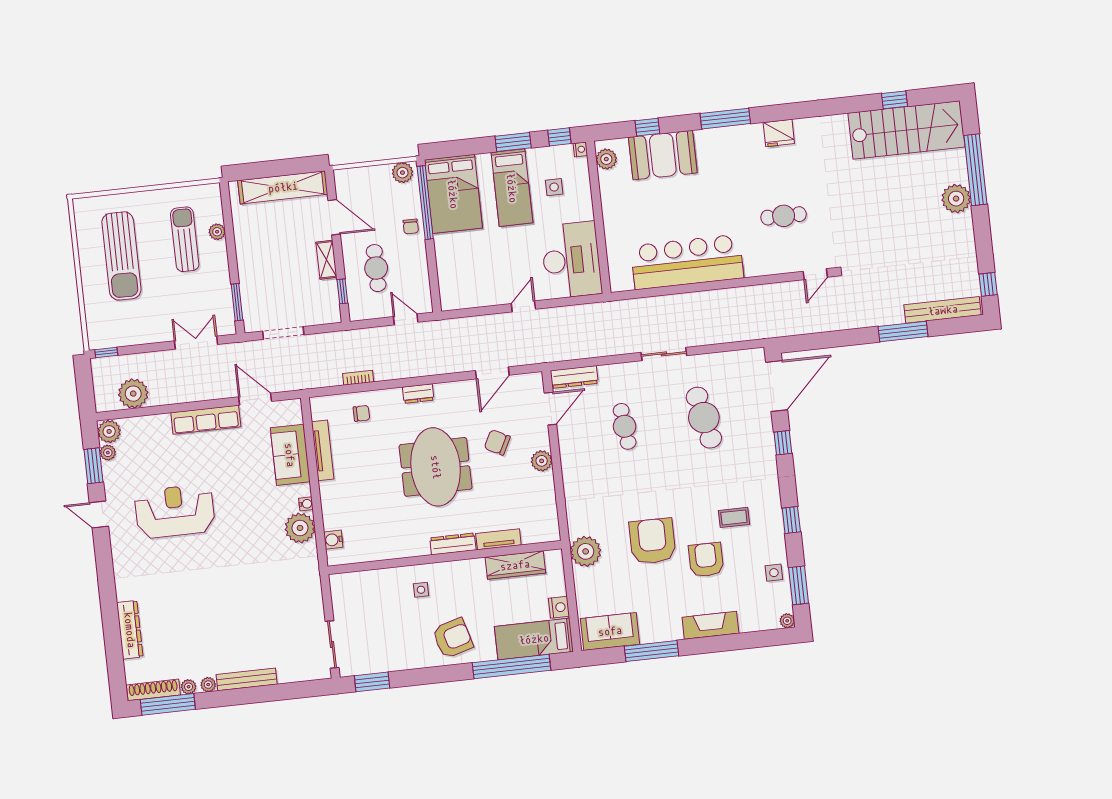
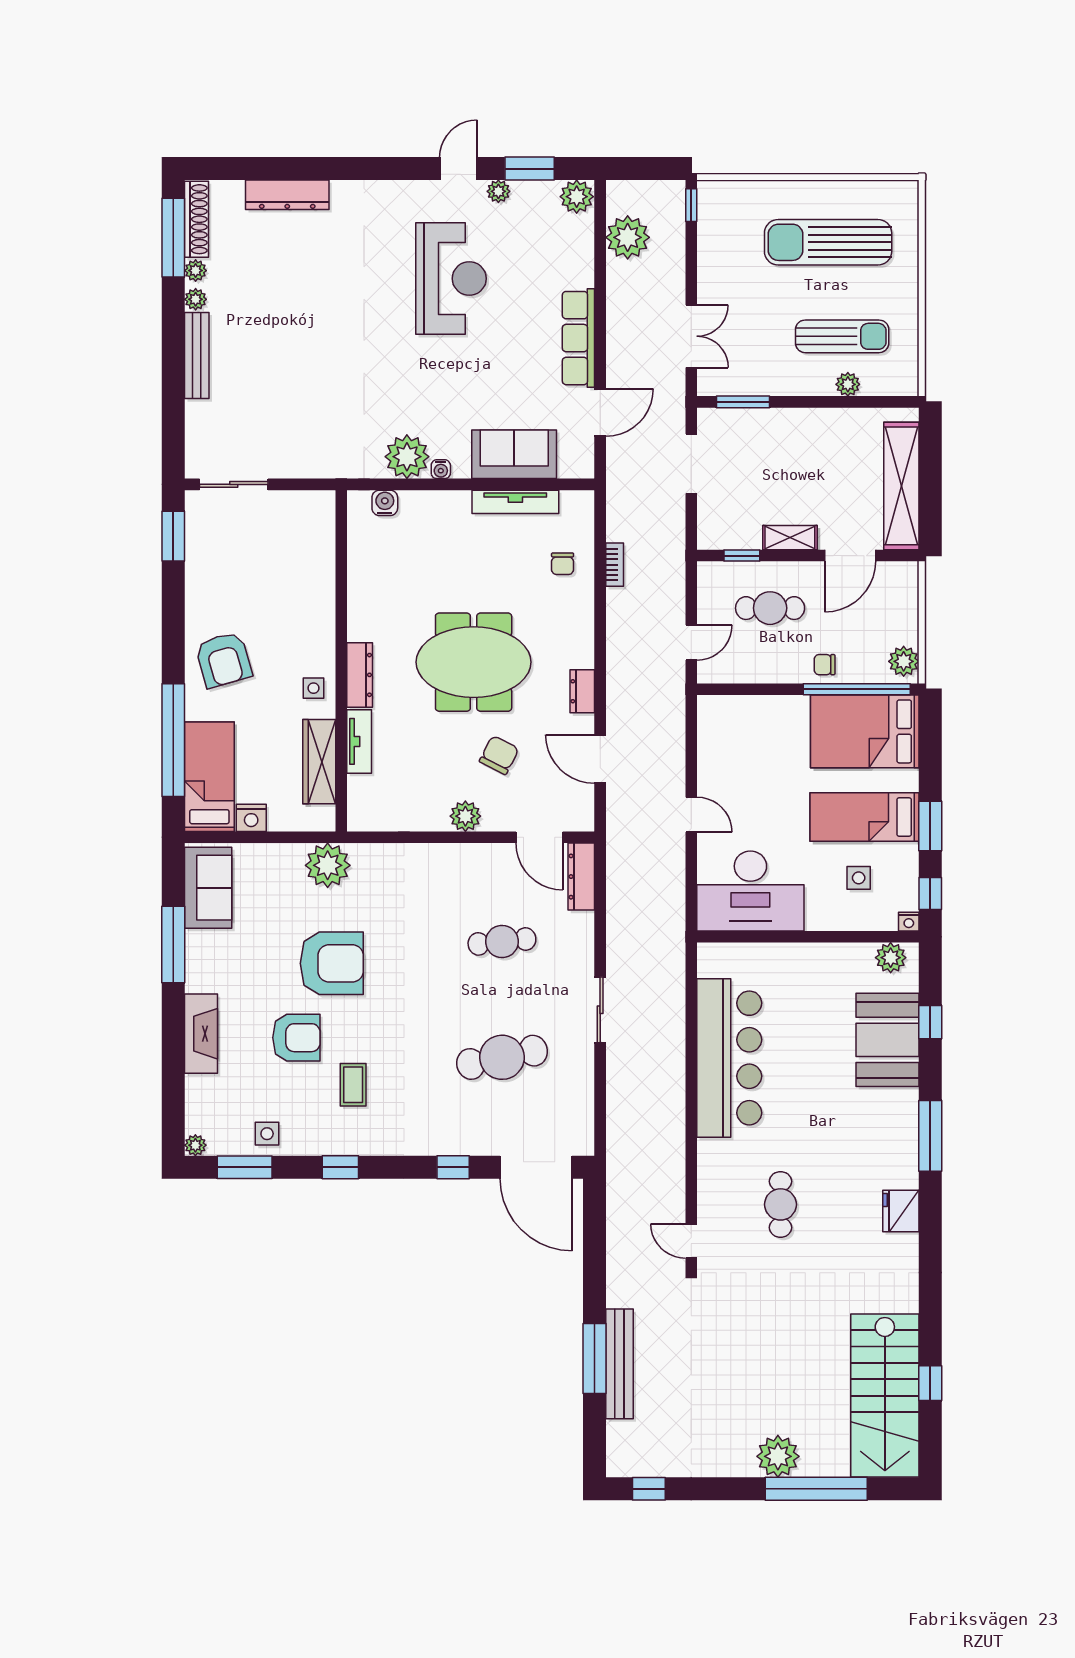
bench: (943, 310) -> (619, 1364), moved
dresser: (418, 393) -> (582, 691), moved
plant: (108, 453) -> (498, 191), moved
side table: (421, 590) -> (314, 688), moved

